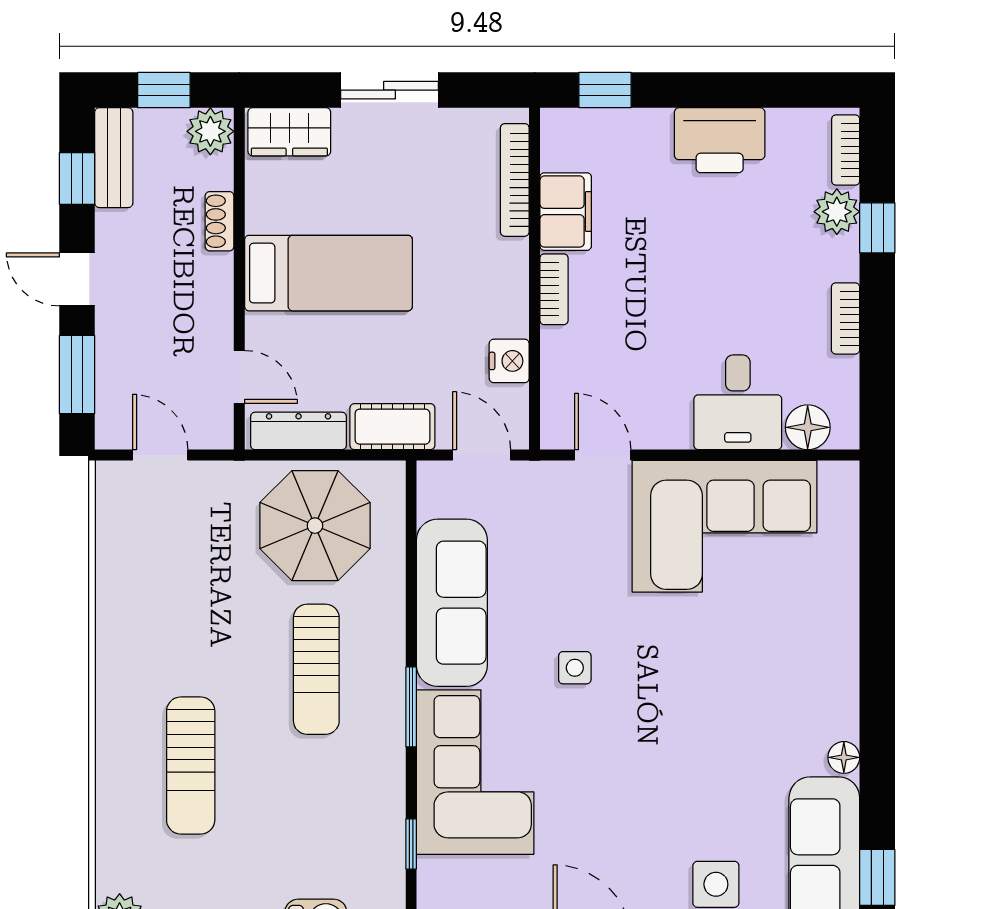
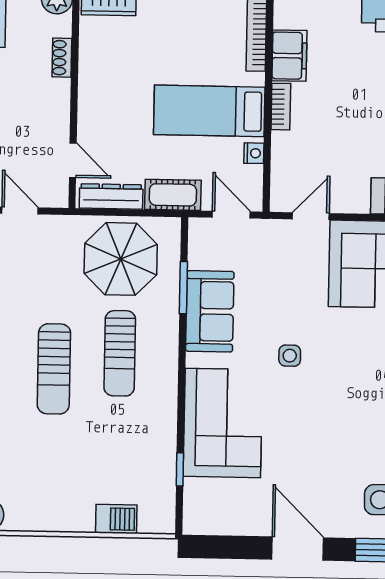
bed: (328, 273) -> (209, 111), moved, turned 180
nightstand: (509, 361) -> (254, 153), width x0.72, depth x0.74
door: (603, 455) -> (311, 216), hinge flipped
sofa: (452, 603) -> (210, 311), width x0.73
window: (411, 707) -> (183, 288), moved
sun lounger: (191, 765) -> (54, 369), moved

